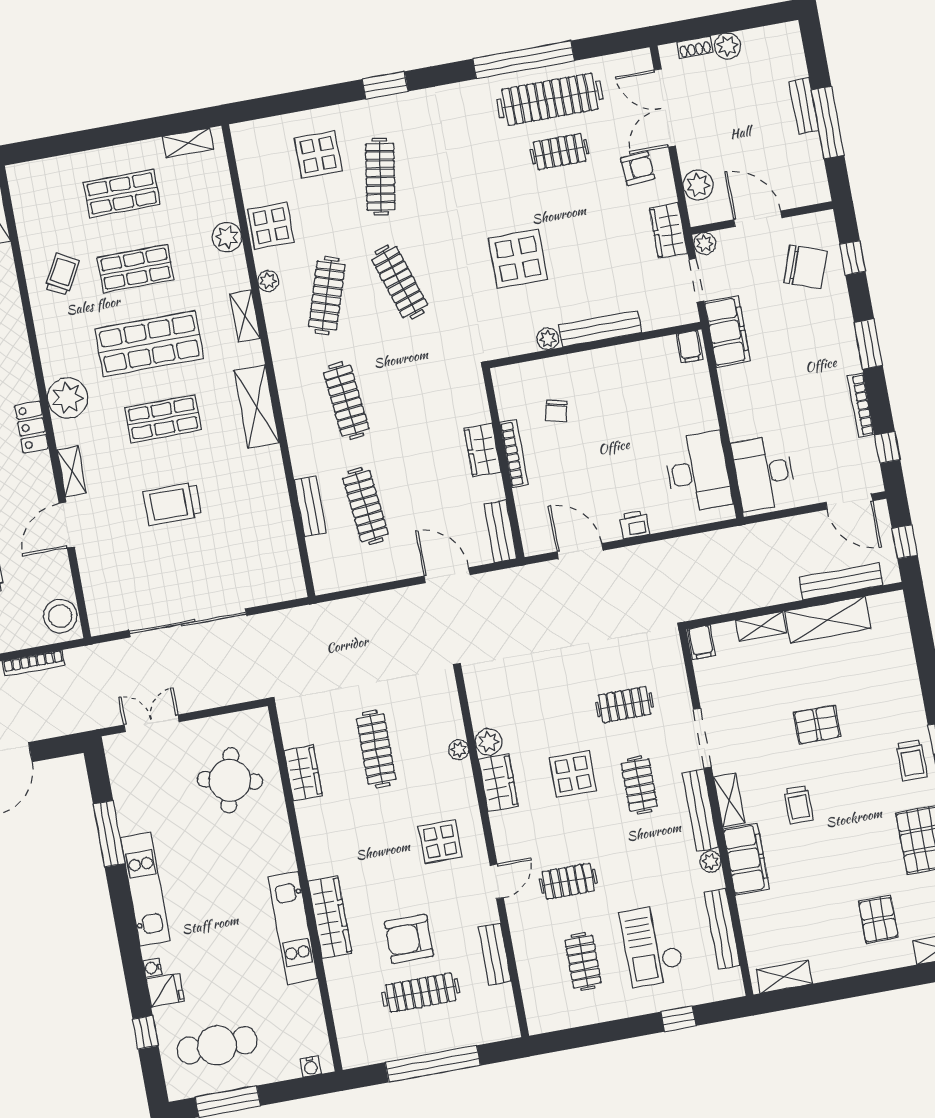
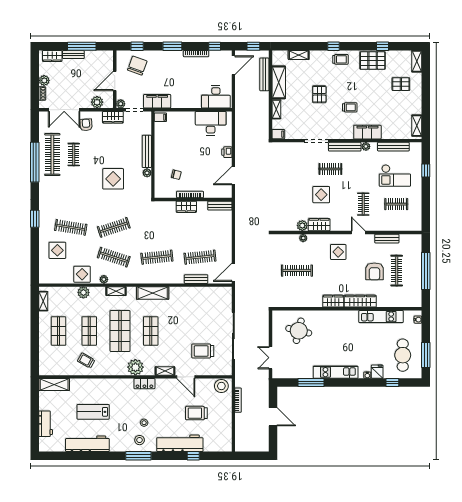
wardrobe: (791, 55) -> (52, 56), added
trolley: (172, 504) -> (203, 351), moved, turned 90
door: (447, 575) -> (233, 272), moved
clothes rail: (625, 705) -> (297, 169), removed
wardrobe: (303, 773) -> (333, 301), moved
shelving: (729, 800) -> (299, 55), moved
kitchen unit: (293, 928) -> (381, 317), moved

